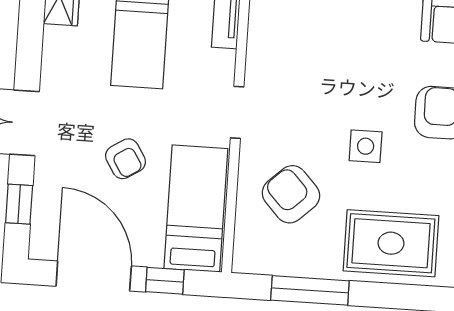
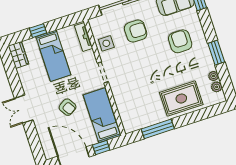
side table: (366, 146) -> (106, 43), moved
armchair: (291, 194) -> (136, 31), moved, turned 133
window: (19, 204) -> (34, 141), removed

